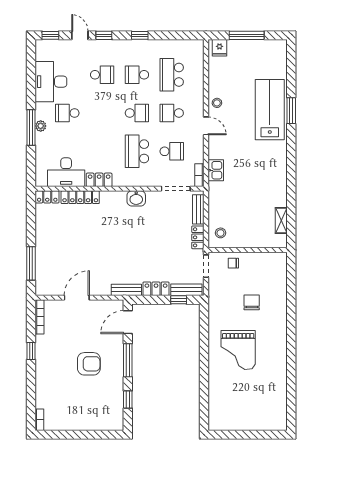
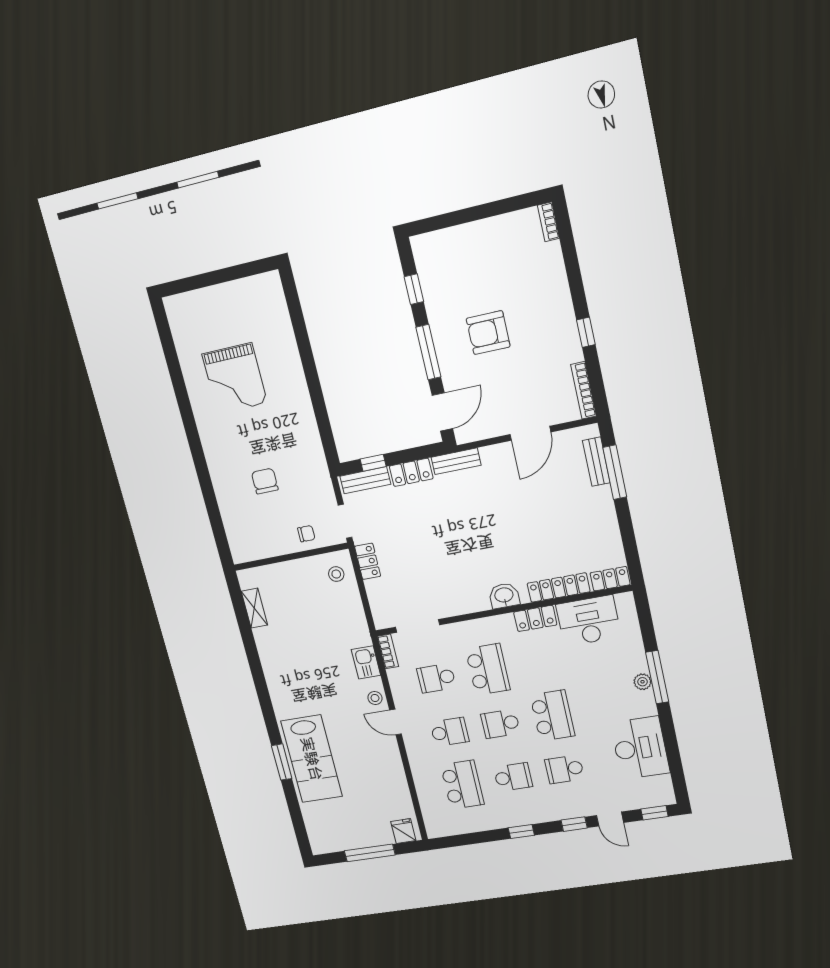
stool: (217, 103) -> (375, 698), moved
school desk: (67, 113) -> (552, 715), moved, width x1.85
washbasin: (136, 198) -> (504, 596), moved
bench: (198, 209) -> (596, 462), moved
chair: (252, 302) -> (265, 481), turned 180
grand piano: (238, 350) -> (235, 378), moved, turned 180

